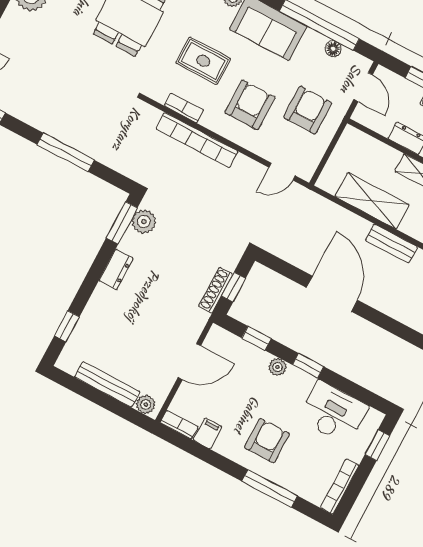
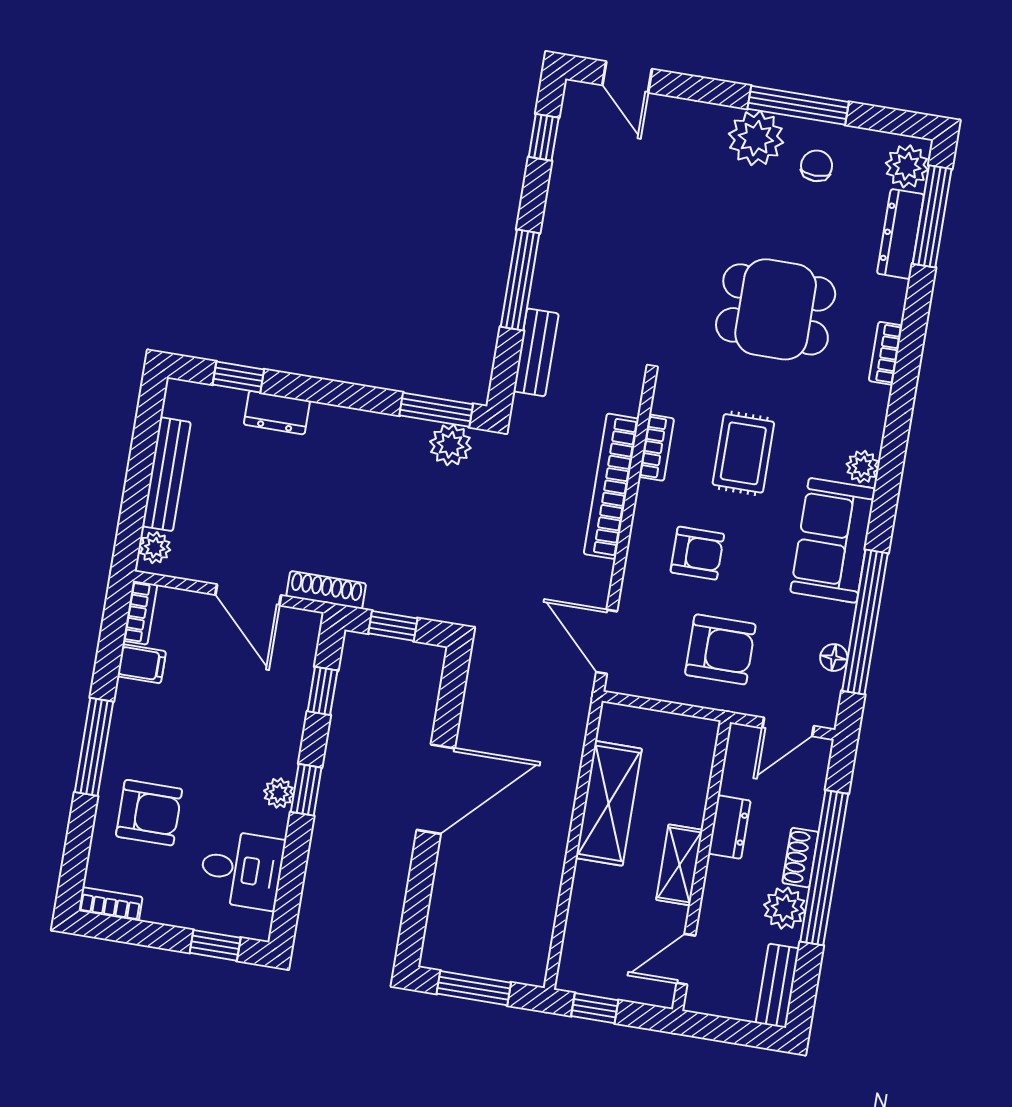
armchair: (250, 105) -> (697, 553), width x0.72, depth x0.72
door: (282, 172) -> (607, 642), width x1.38
bench: (391, 244) -> (536, 352), moved
dresser: (116, 269) -> (277, 413), moved
shoe rack: (216, 290) -> (326, 590), moved
plant: (277, 367) -> (279, 793), moved
desk: (333, 413) -> (242, 870), width x0.73
armchair: (267, 441) -> (149, 813), moved
bookcase: (340, 487) -> (111, 904), width x0.64
window: (270, 488) -> (94, 747), moved

